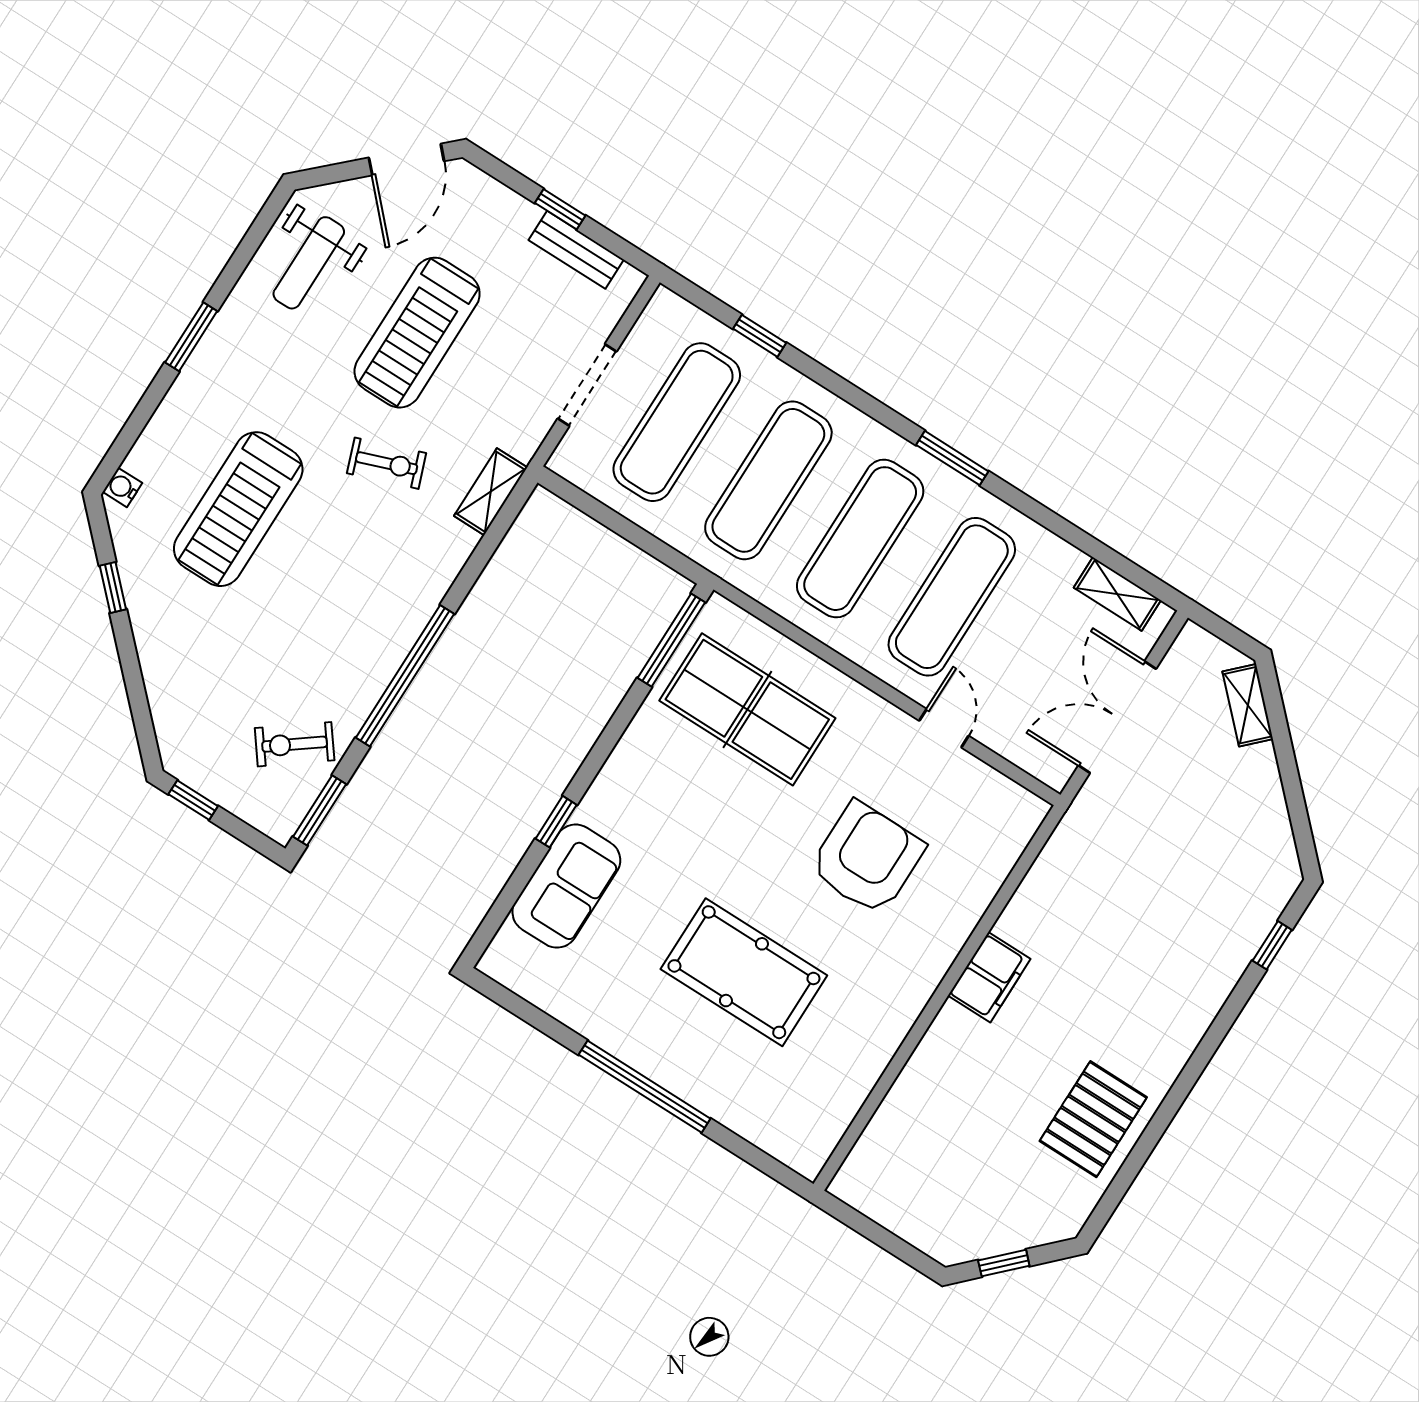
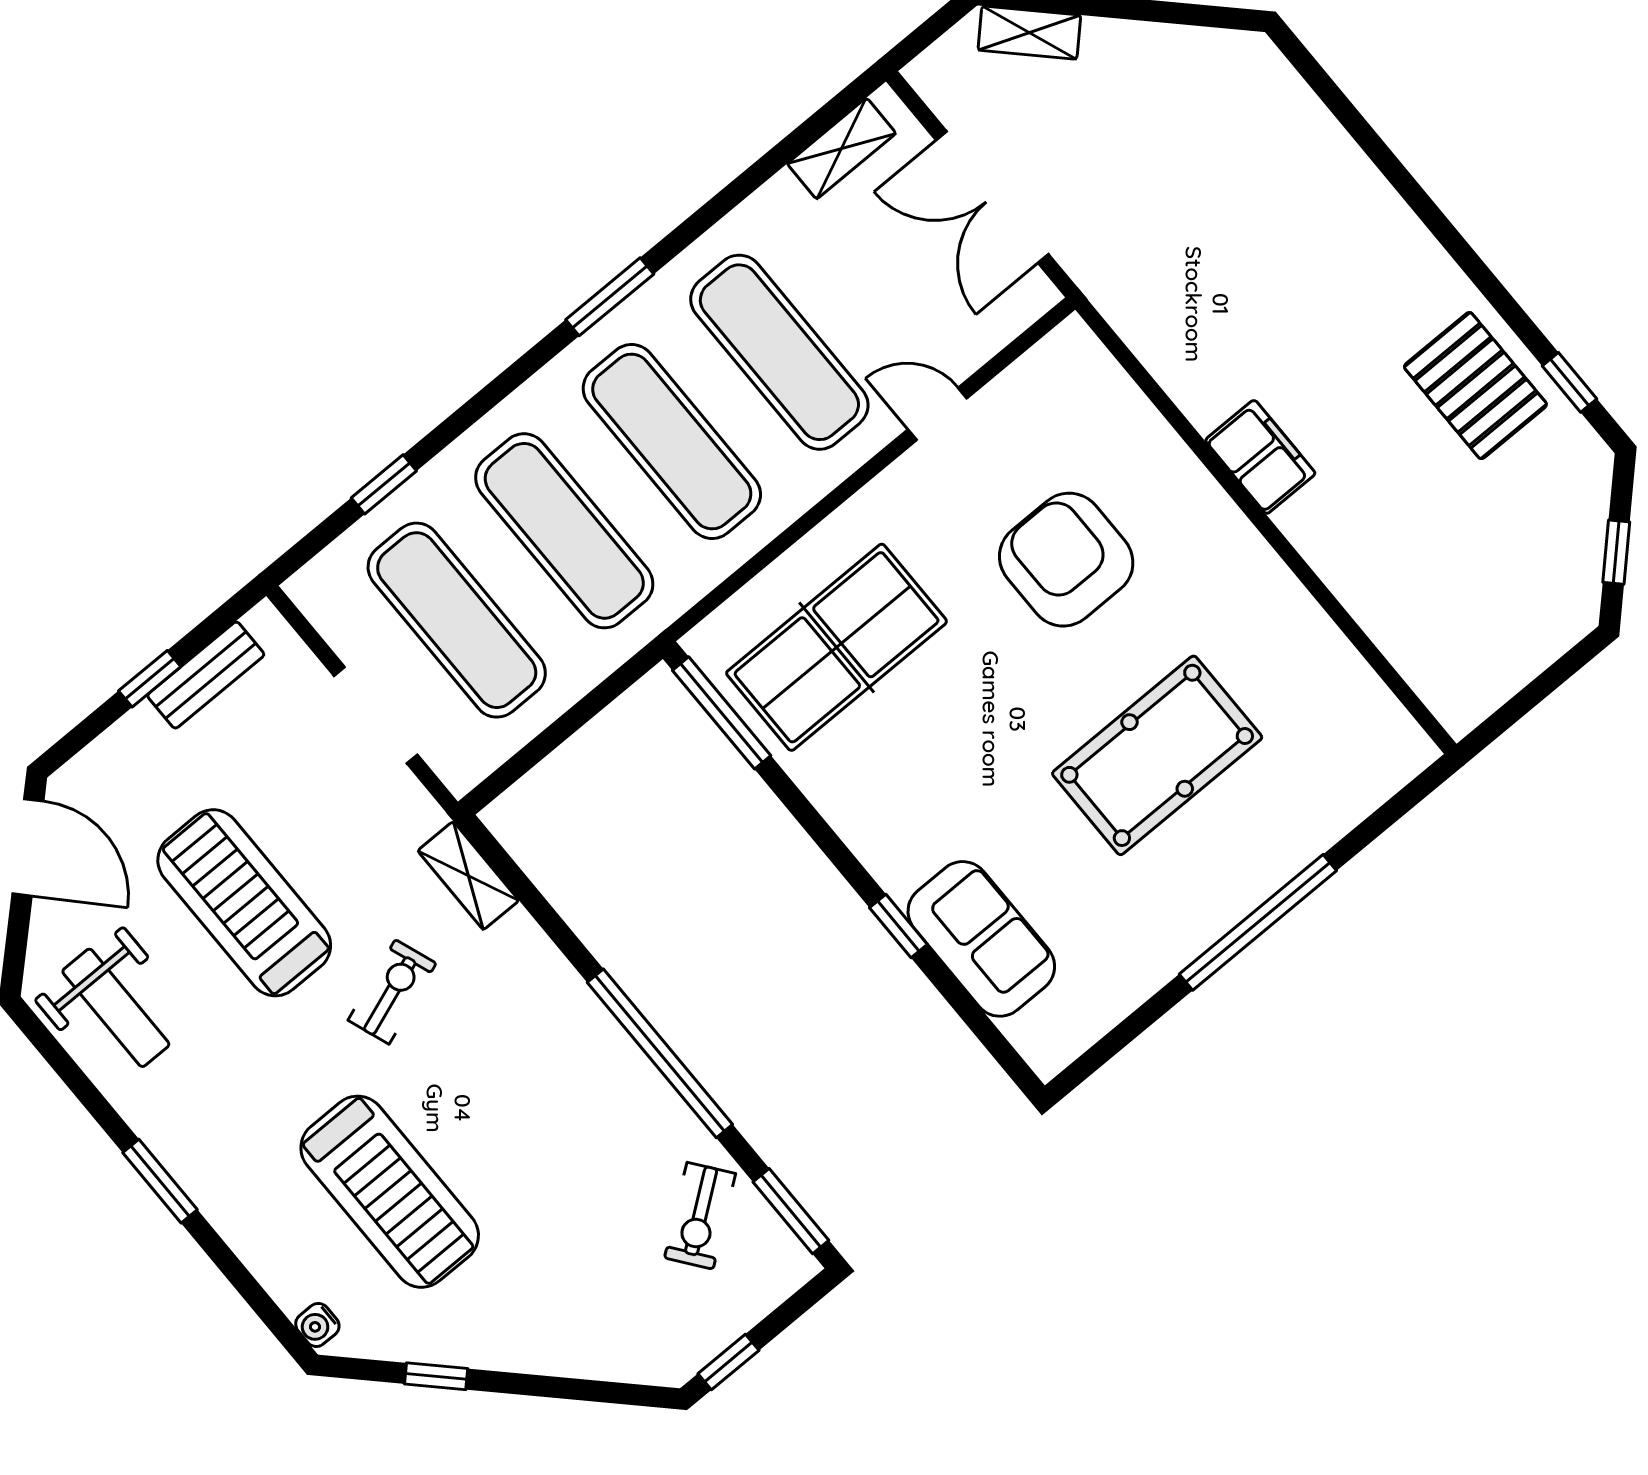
treadmill: (417, 333) -> (244, 903), turned 180
window: (1272, 945) -> (1570, 382), moved

